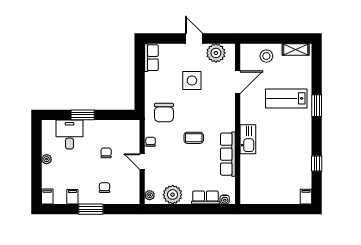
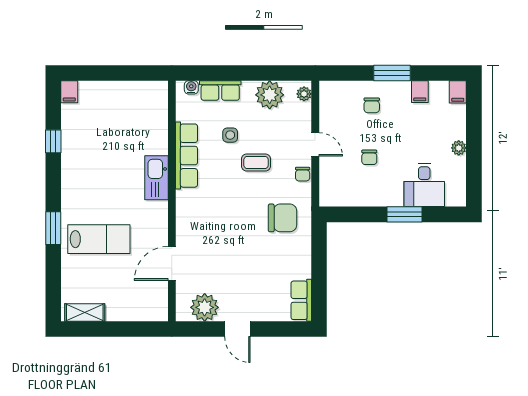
stool: (266, 56) -> (129, 303), removed
side table: (192, 81) -> (230, 135), moved, width x0.54, depth x0.54
chair: (164, 113) -> (282, 218), turned 90
coffee table: (194, 138) -> (256, 162), moved

